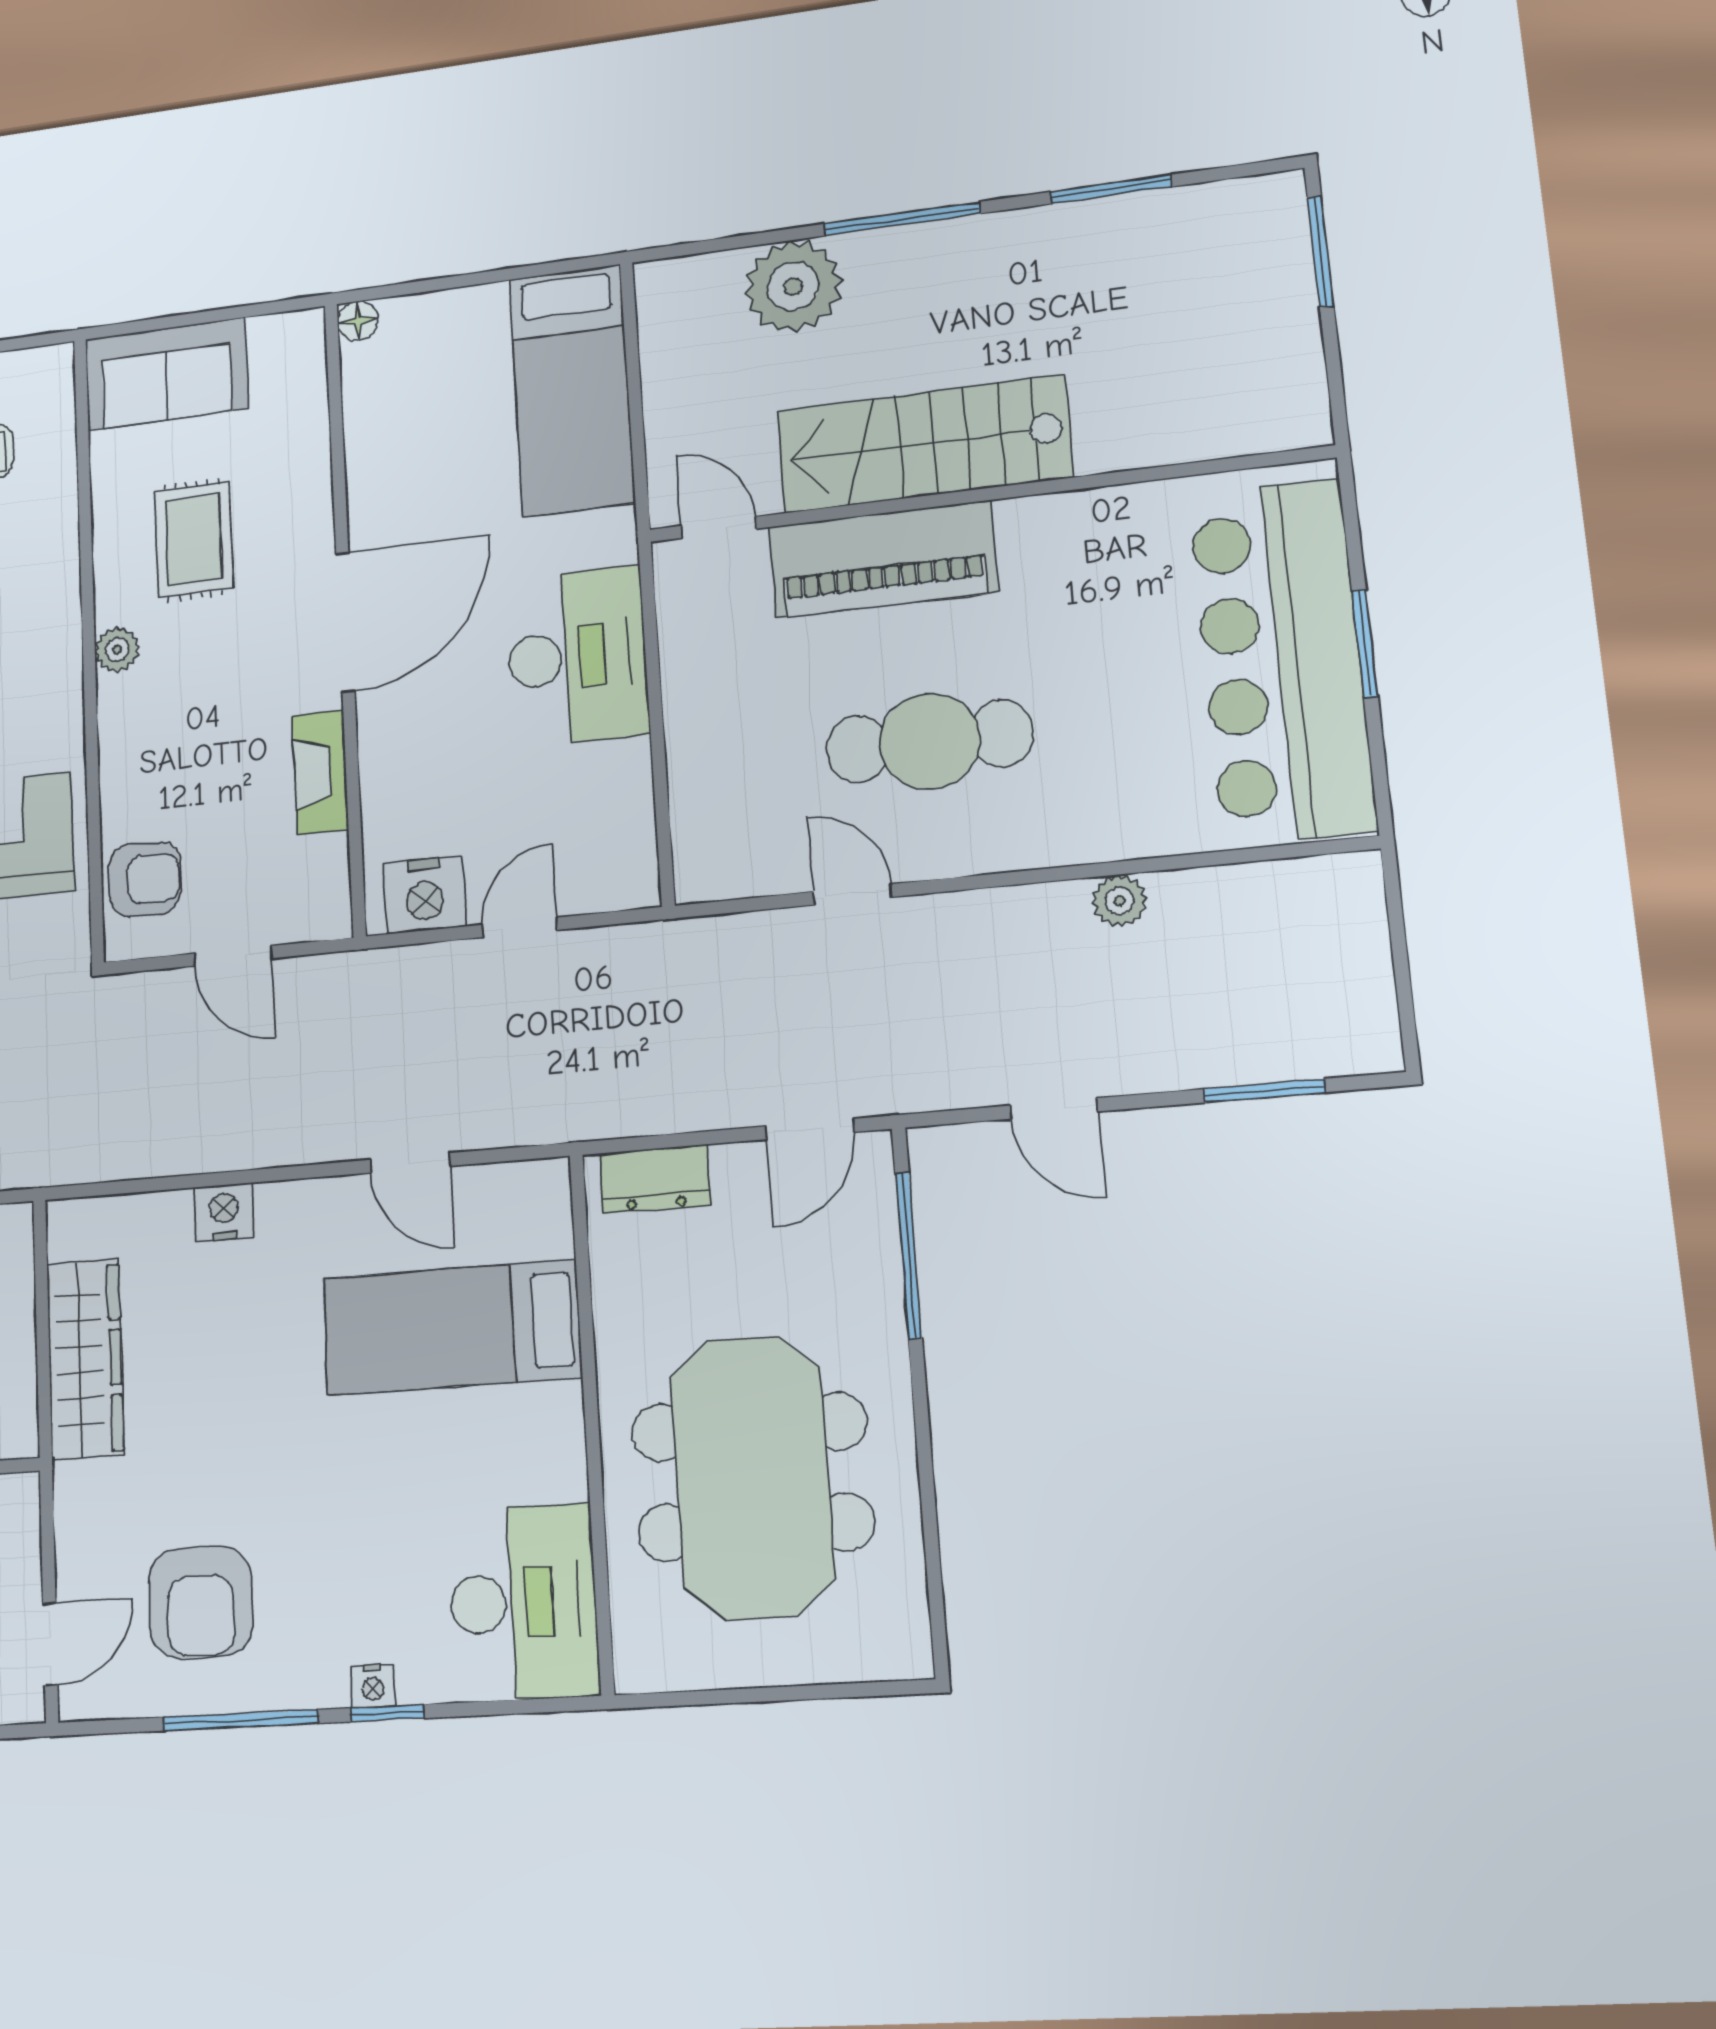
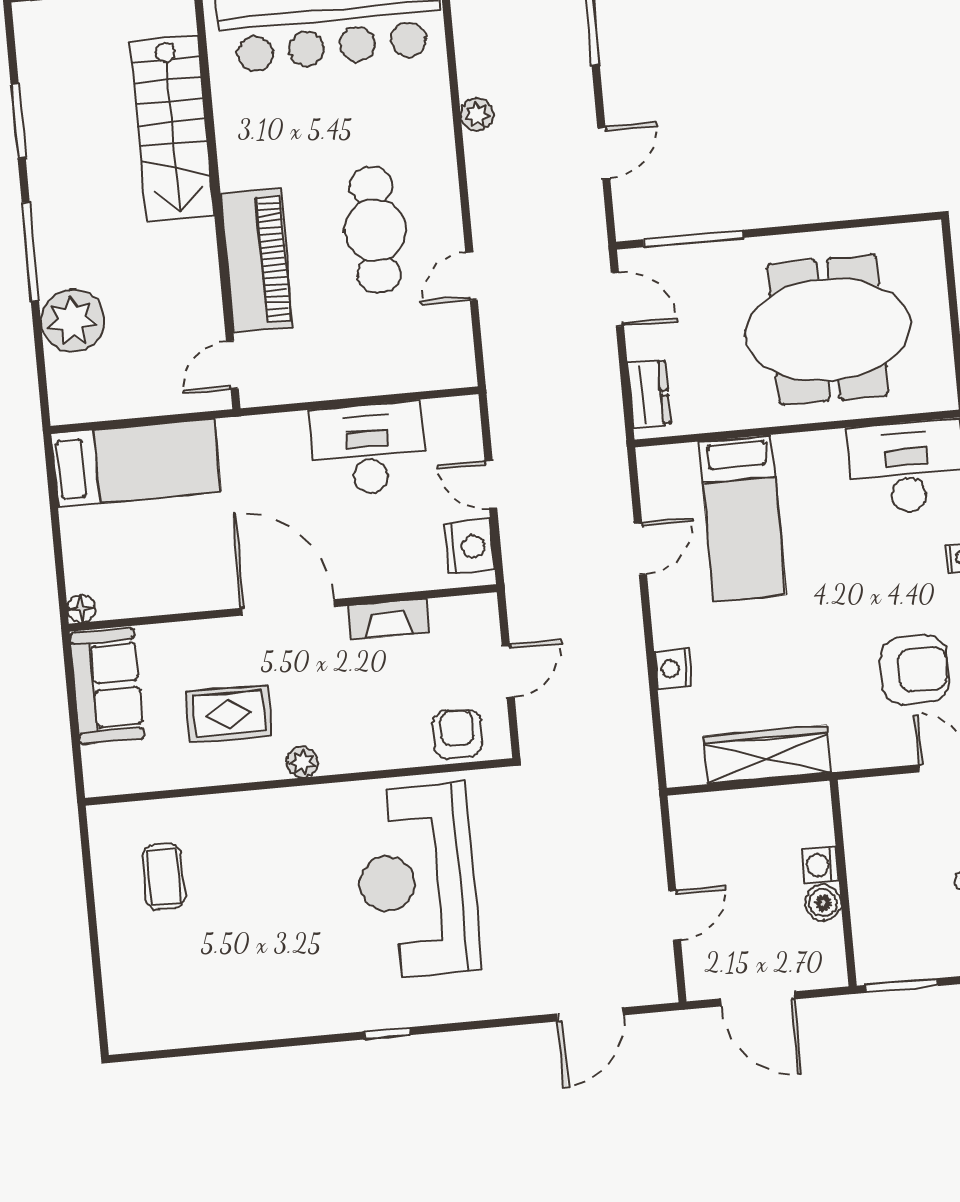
sofa: (166, 374) -> (107, 686), moved
stairs: (924, 444) -> (172, 128), moved
desk: (577, 656) -> (368, 449), moved

